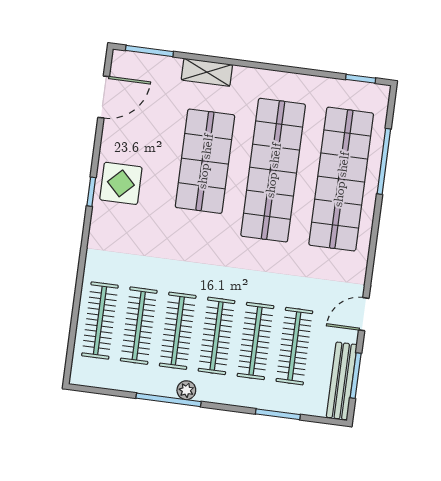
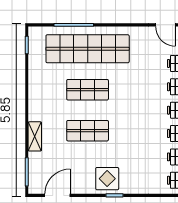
door: (104, 97) -> (58, 195), hinge flipped
shop shelf: (205, 161) -> (88, 131), width x0.70, depth x0.74
shop shelf: (273, 170) -> (88, 90), width x0.50, depth x0.74

